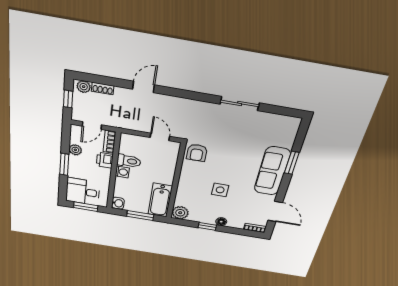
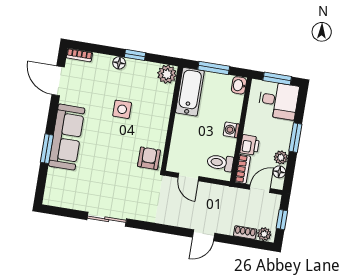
floor lamp: (75, 139) -> (279, 172), added
toilet: (129, 161) -> (220, 163), moved

